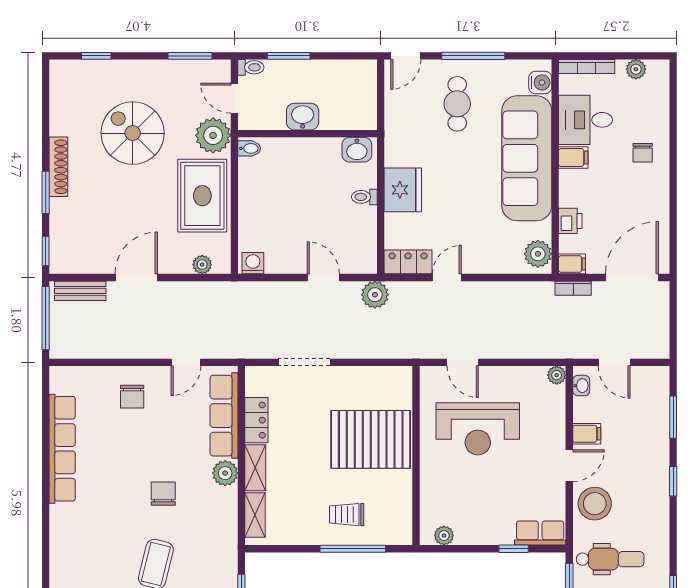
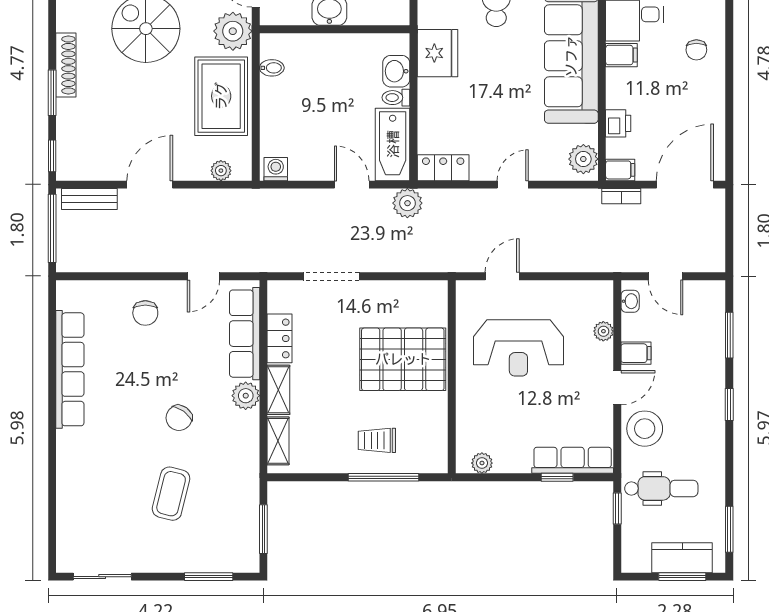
bidet: (249, 148) -> (272, 68), moved
washbasin: (357, 150) -> (396, 71), moved, turned 90
fridge: (403, 190) -> (437, 53), moved
bathtub: (361, 240) -> (393, 144), added
door: (447, 278) -> (513, 185), moved
door: (463, 362) -> (502, 276), swing flipped
plant: (557, 375) -> (603, 331), moved
chair: (163, 494) -> (179, 418), turned -144
row of seats: (540, 533) -> (573, 460), width x1.48

